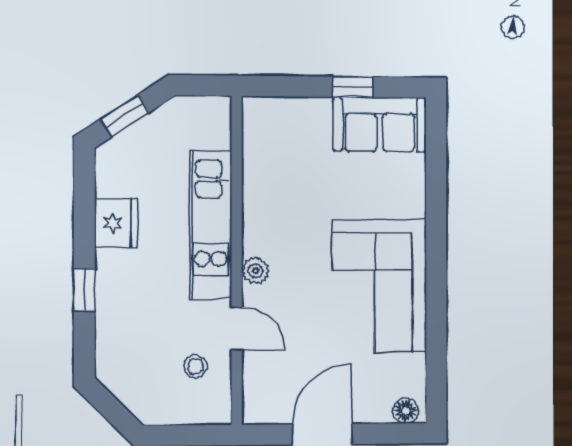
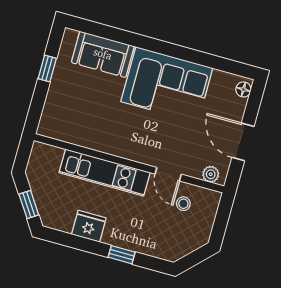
sofa: (380, 124) -> (103, 54), moved, turned 90
plant: (256, 271) -> (211, 174), moved
door: (237, 328) -> (168, 174), swing flipped

